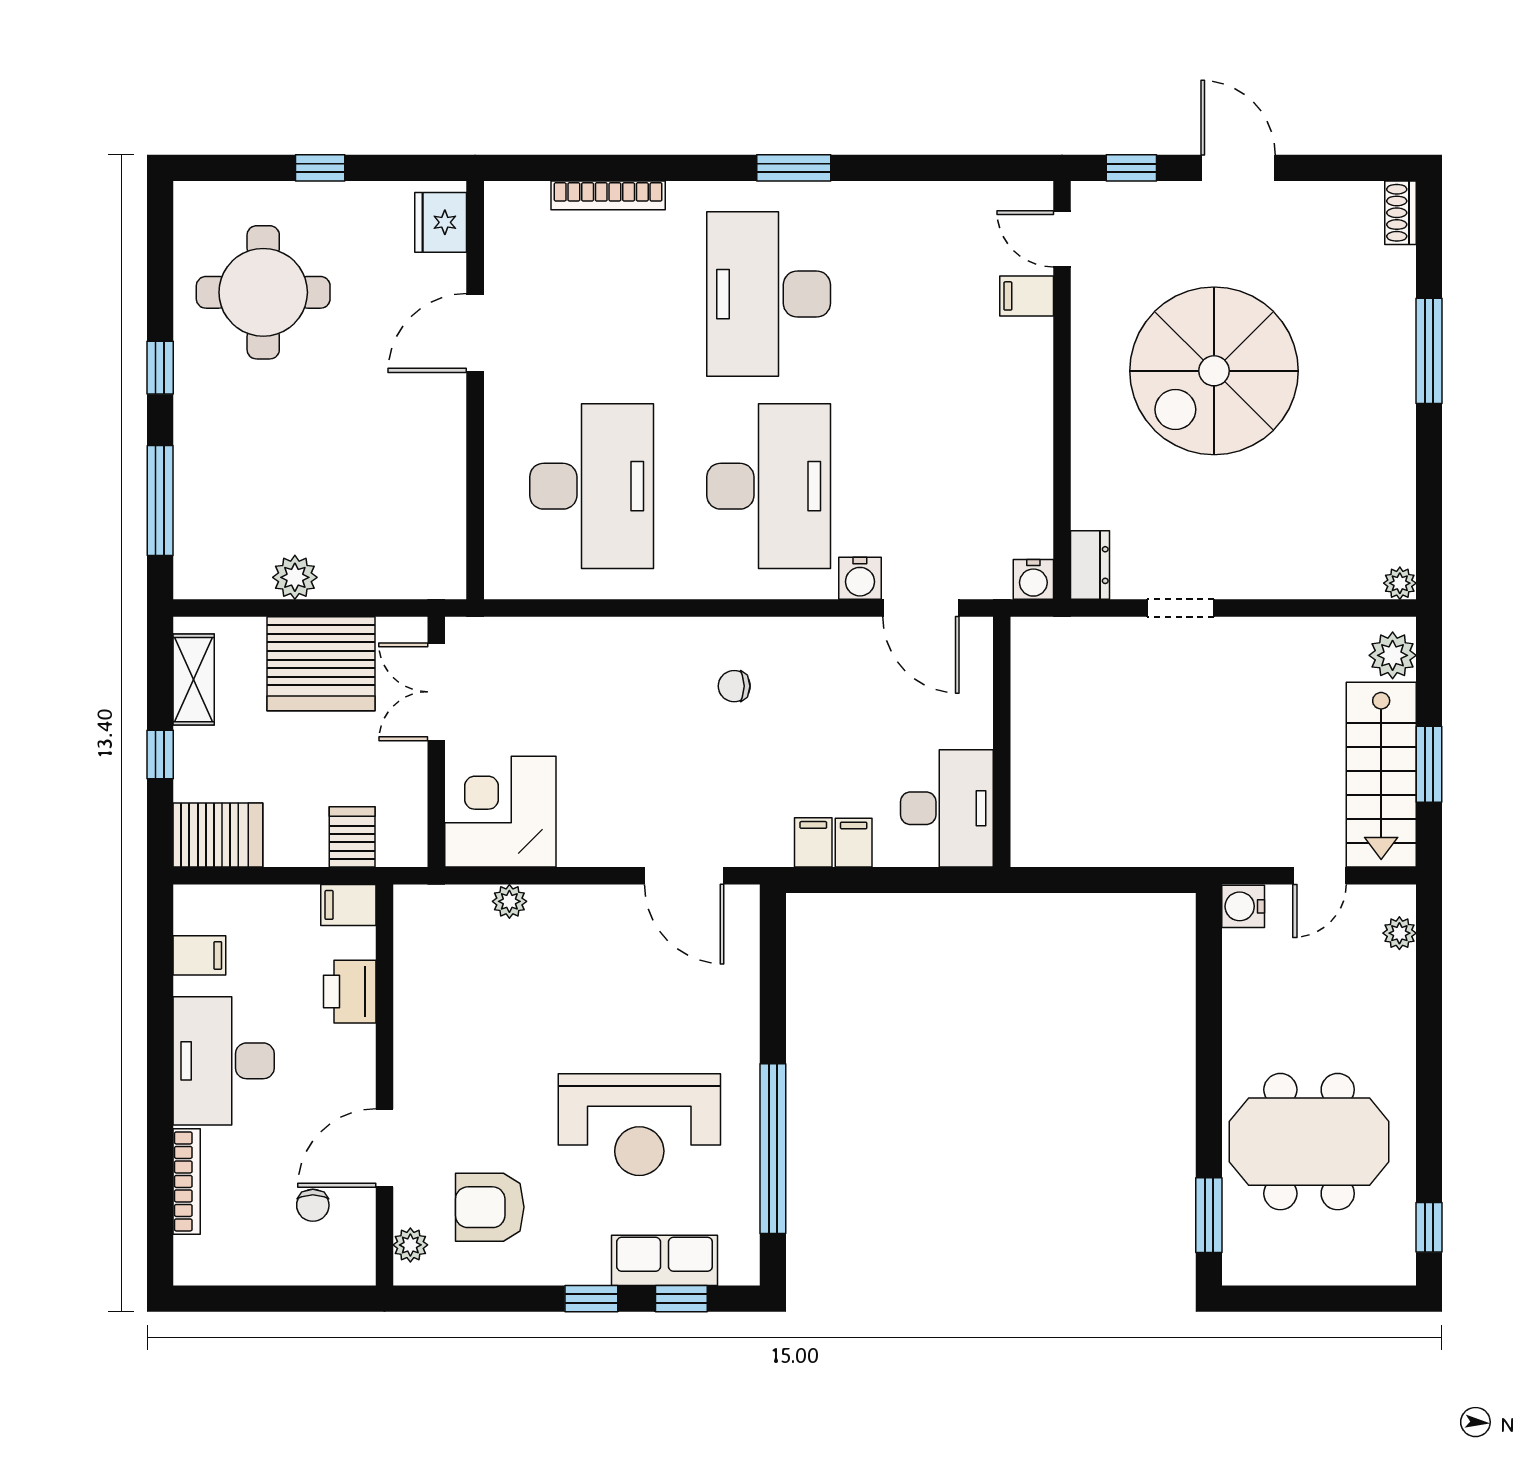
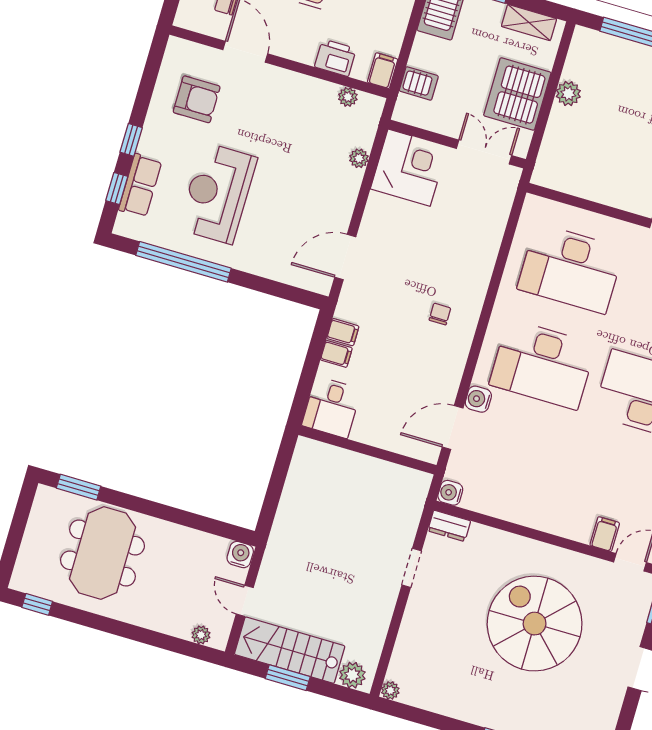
desk: (947, 808) -> (332, 407), width x0.73
armchair: (490, 1207) -> (197, 99), turned 90
plant: (410, 1245) -> (348, 97), moved

